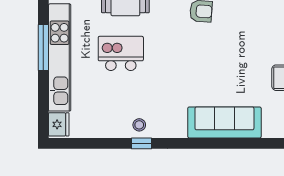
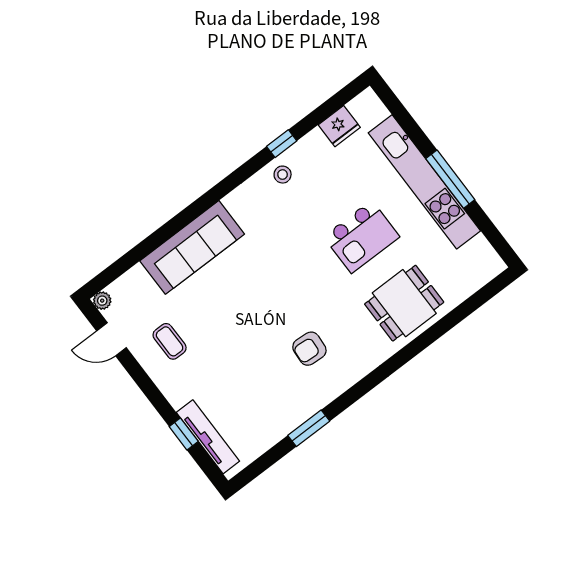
fridge: (59, 124) -> (339, 126), moved, turned -90
window: (142, 143) -> (282, 144), moved

